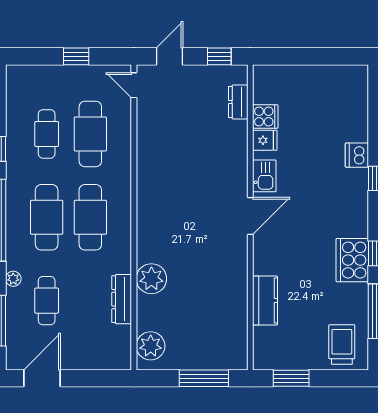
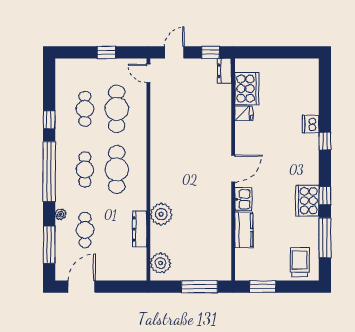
dresser: (238, 102) -> (224, 71), moved
cooker: (265, 117) -> (247, 89), width x1.87, depth x1.31
kitchen sink: (264, 176) -> (243, 199), moved
cafe table: (47, 217) -> (85, 169), width x0.73, depth x0.74

